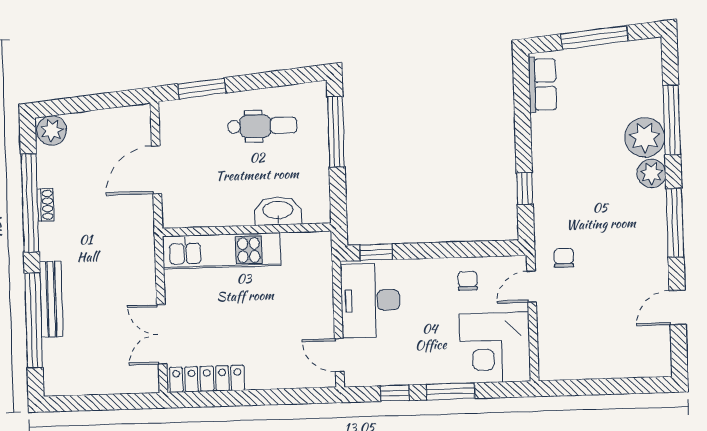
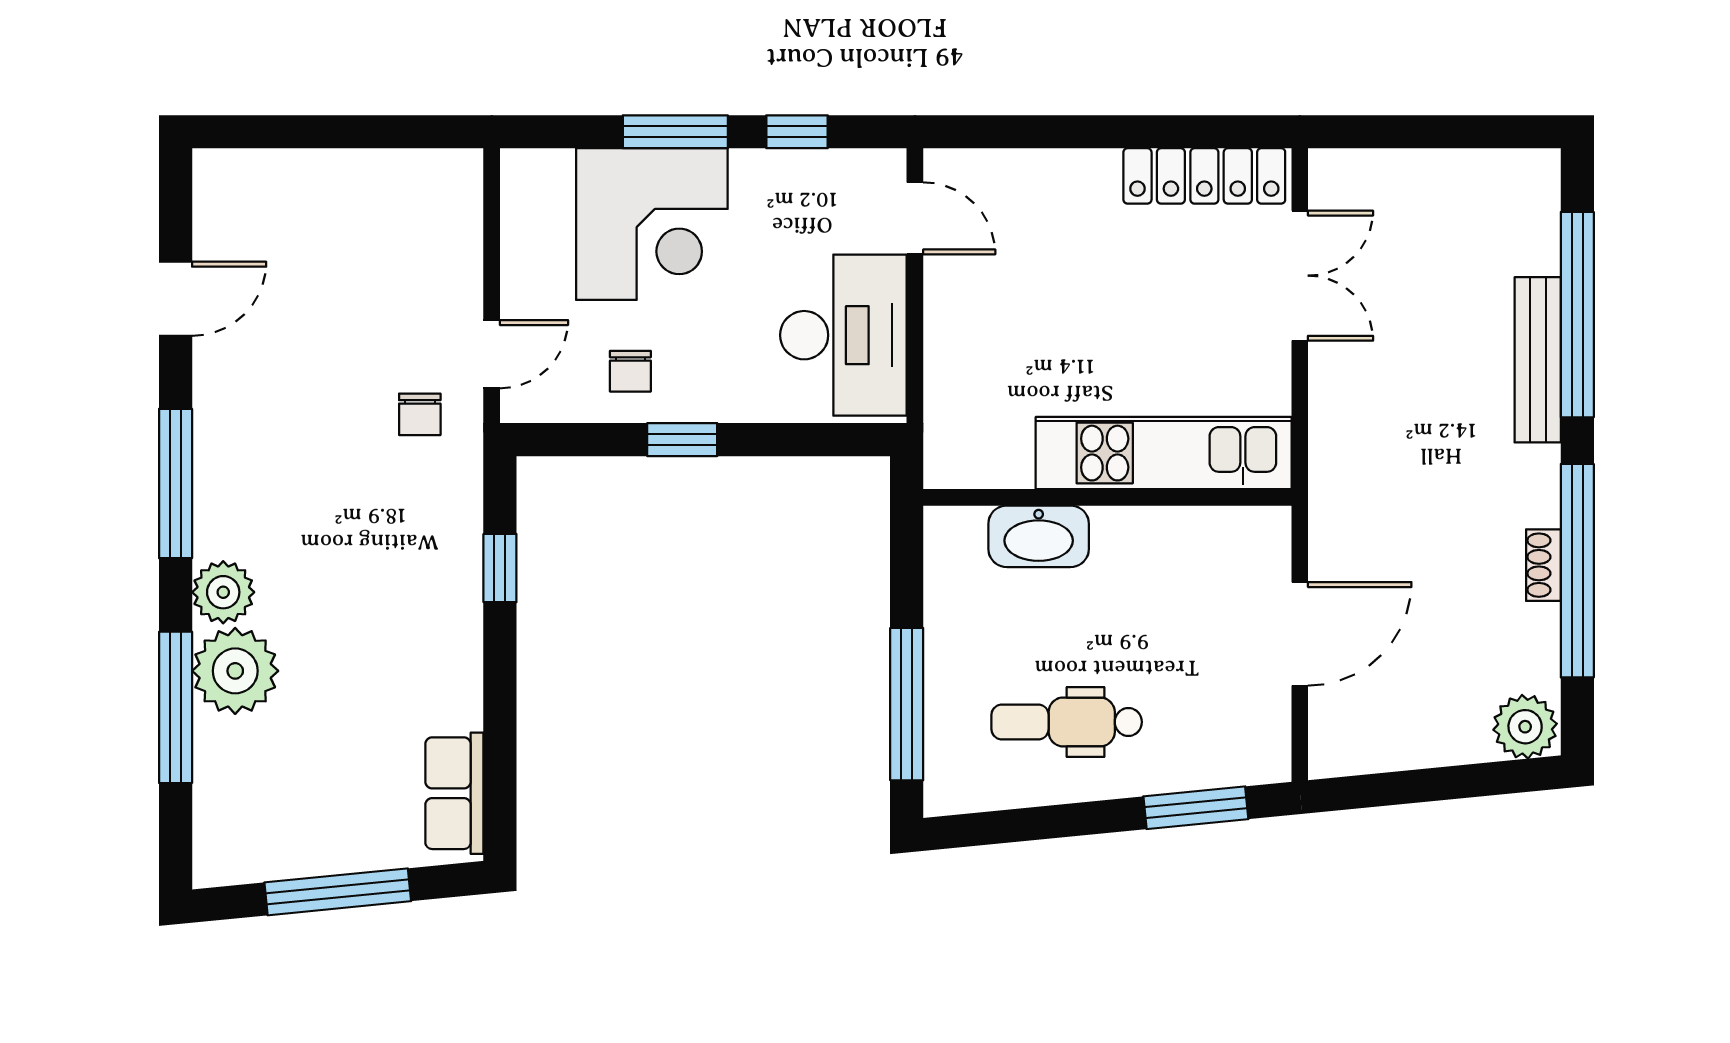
window: (376, 252) -> (682, 440), moved
corner desk: (495, 348) -> (652, 224), moved, turned 90

